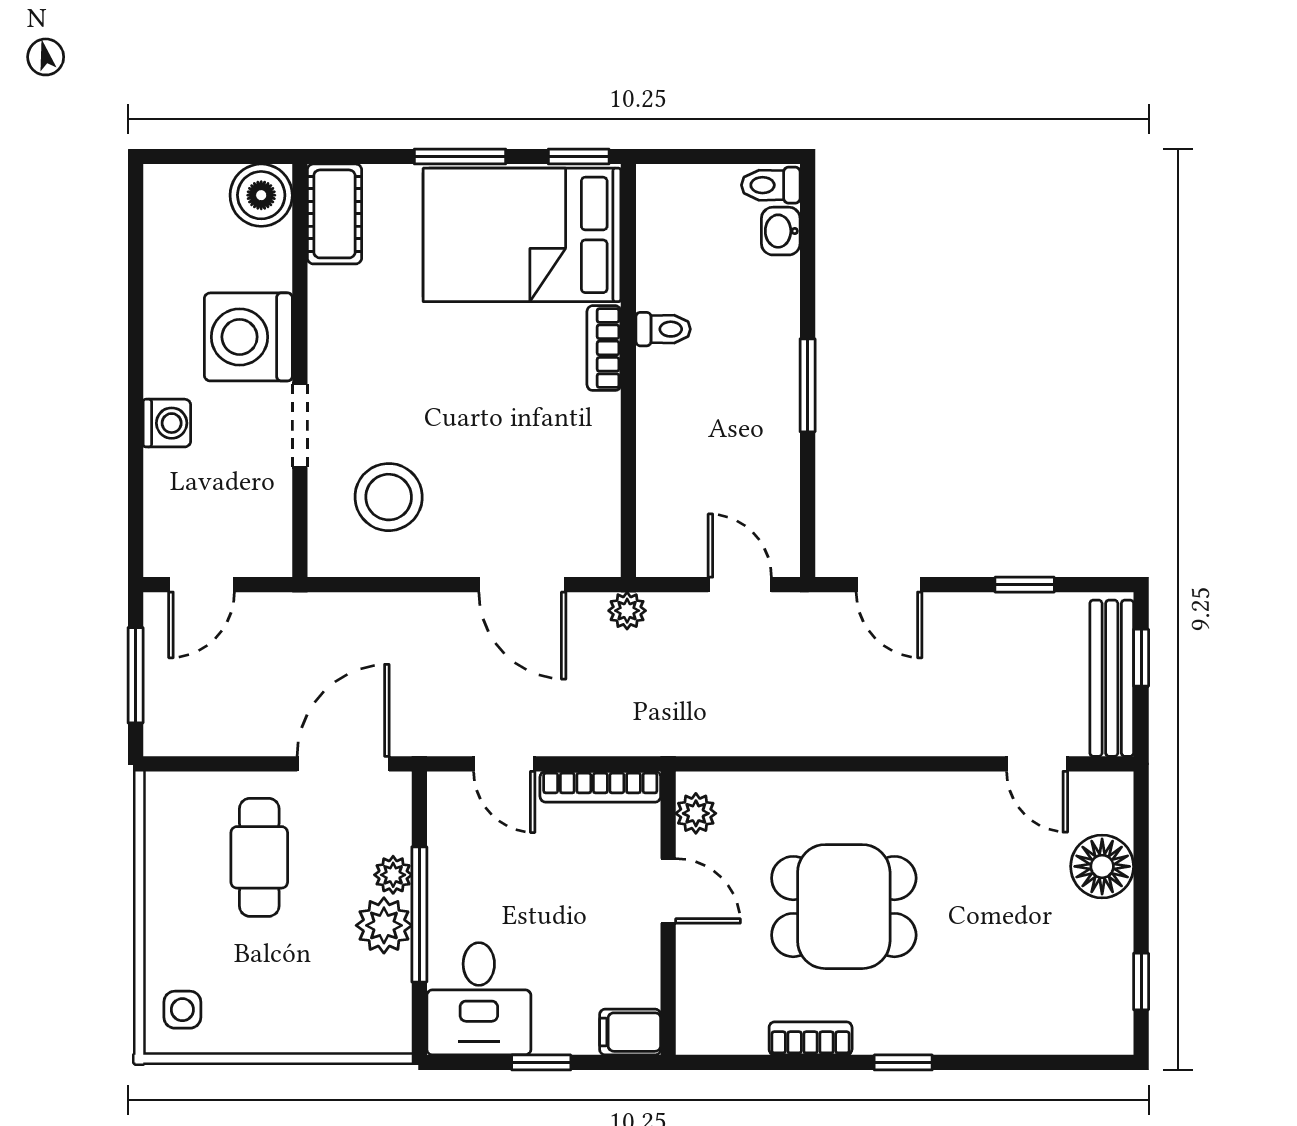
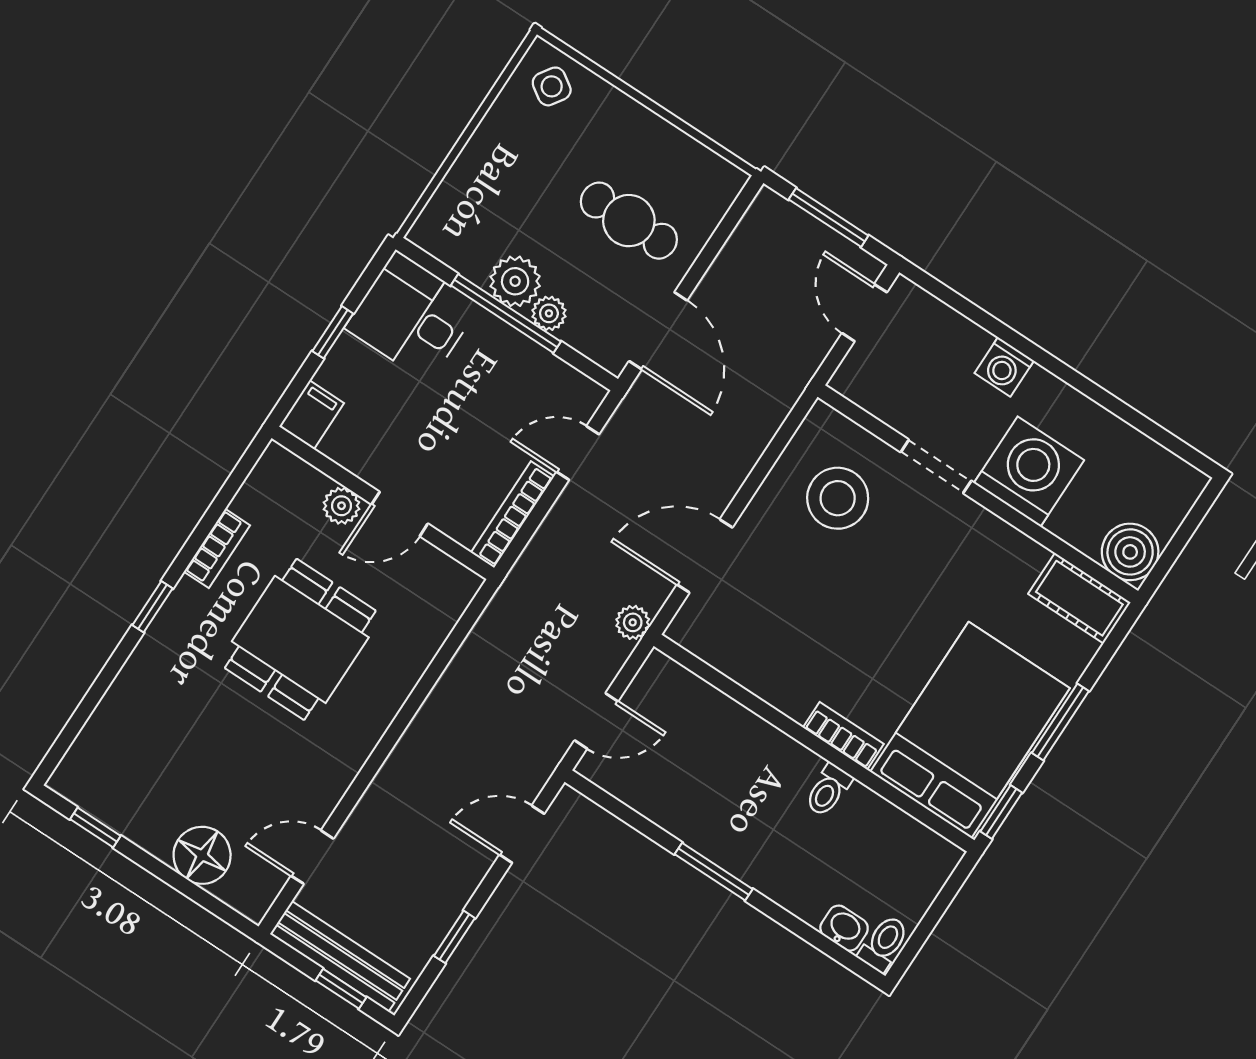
plant: (696, 813) -> (341, 506), moved
side table: (182, 1010) -> (552, 86), turned 33

